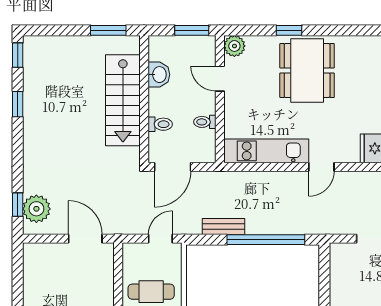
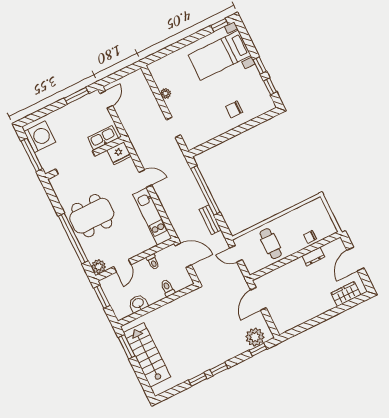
window: (289, 30) -> (73, 238), width x3.17
window: (18, 55) -> (219, 369), moved
stairs: (123, 100) -> (147, 355), moved, turned -90
door: (173, 167) -> (183, 255), moved

